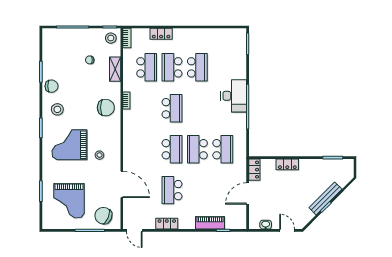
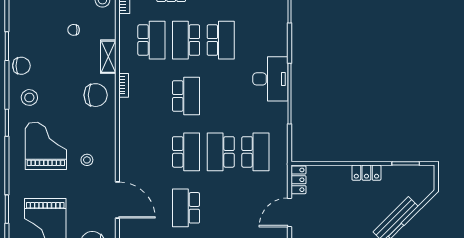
shelving: (115, 69) -> (108, 57), moved
grand piano: (69, 145) -> (46, 146), turned 90
locker: (287, 164) -> (366, 173), moved

